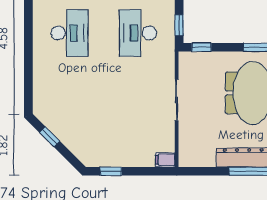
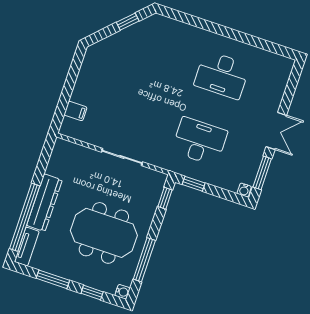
filing cabinet: (165, 160) -> (75, 111), moved, turned 90
window: (111, 171) -> (74, 70), removed

